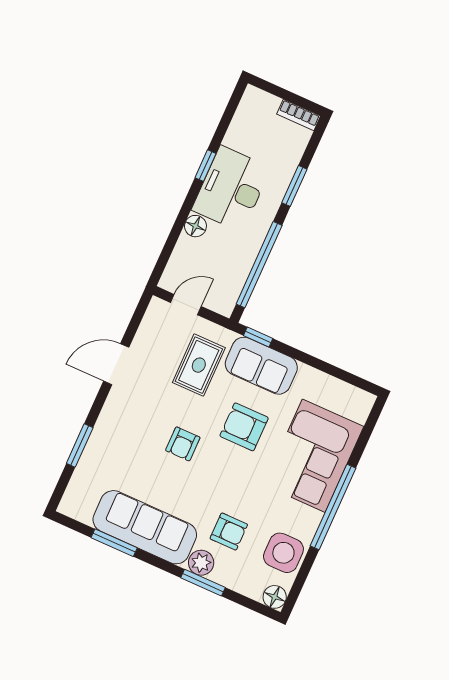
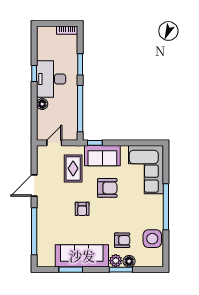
armchair: (244, 427) -> (107, 188), turned 180
window: (80, 446) -> (34, 231), width x2.11
corner sofa: (314, 456) -> (146, 170), moved
floor lamp: (275, 597) -> (129, 261), moved

